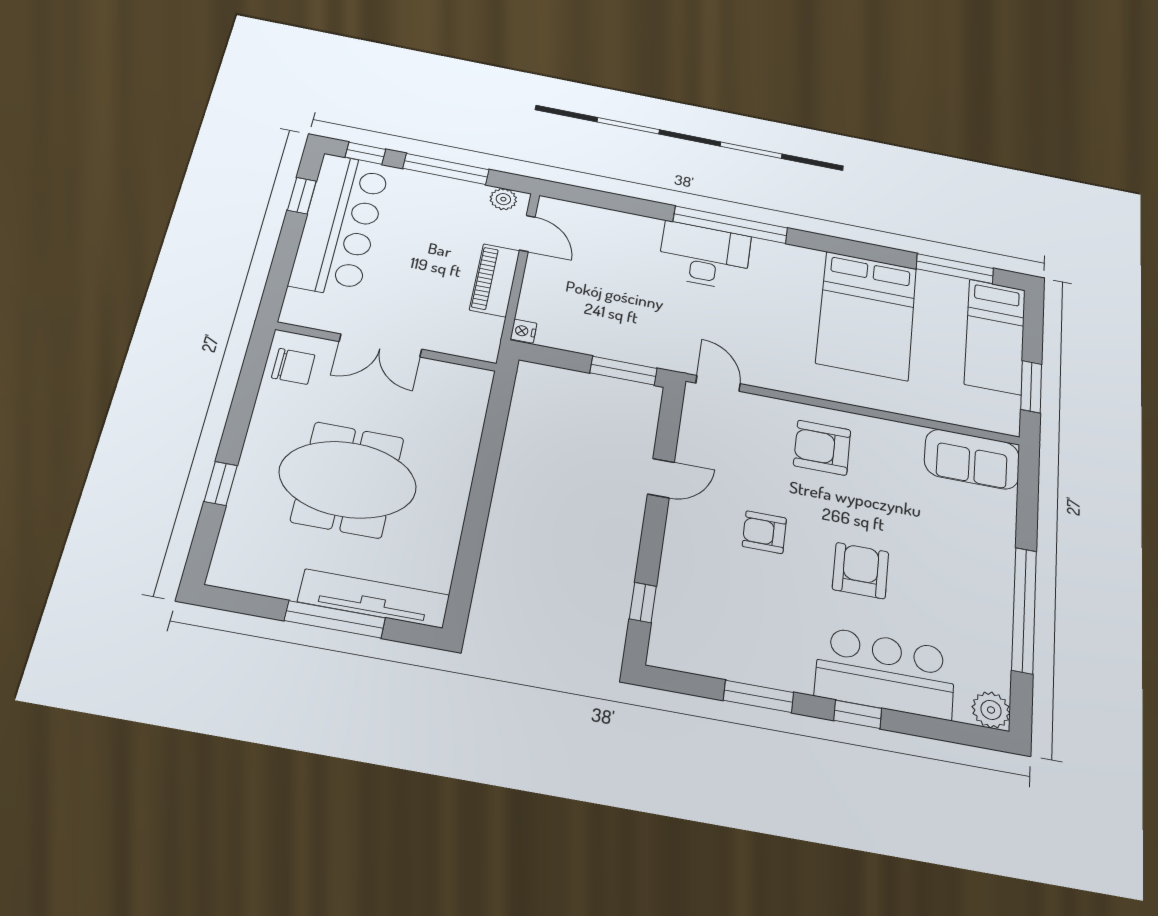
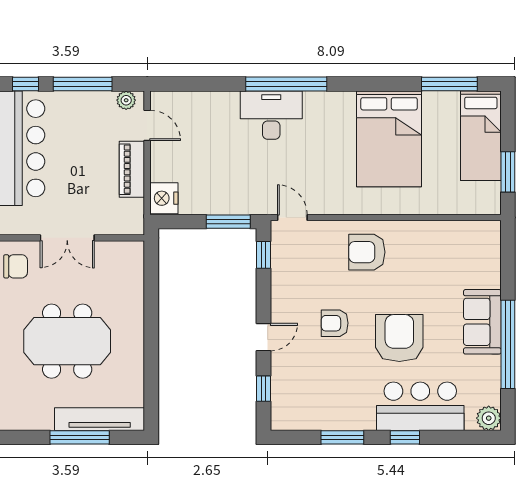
nightstand: (524, 331) -> (164, 198), width x1.89, depth x1.79
window: (669, 422) -> (263, 255), added
sofa: (972, 459) -> (482, 322), moved, turned 90
door: (661, 478) -> (263, 337), moved
armchair: (860, 571) -> (399, 338), width x1.36, depth x1.36

